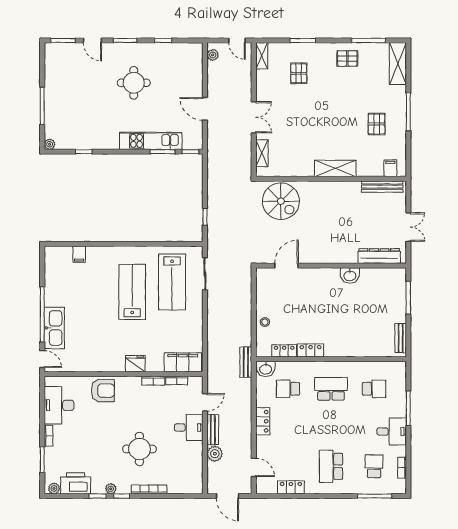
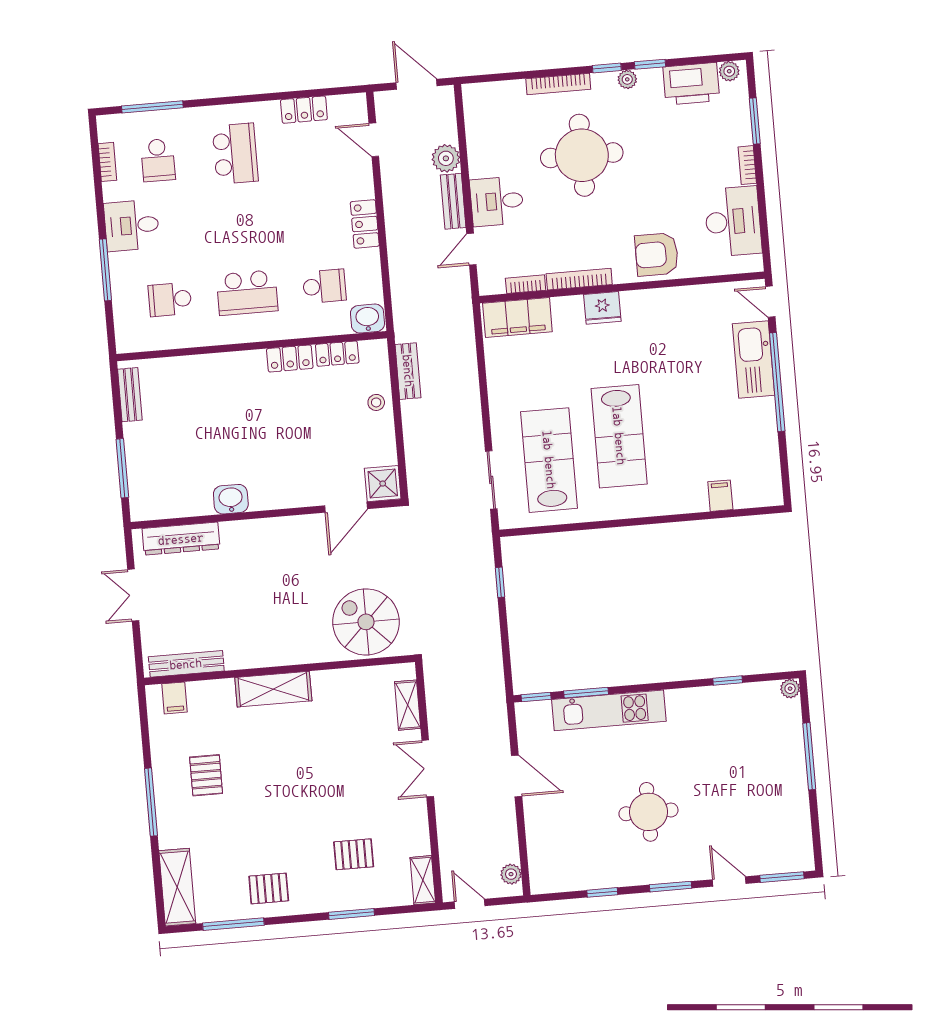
pallet: (299, 73) -> (354, 854), turned 90
shower: (265, 277) -> (383, 484), added
bench: (246, 362) -> (408, 371), moved
bookcase: (153, 381) -> (579, 279), width x1.56
round table: (139, 449) -> (582, 155), width x1.36, depth x1.36

